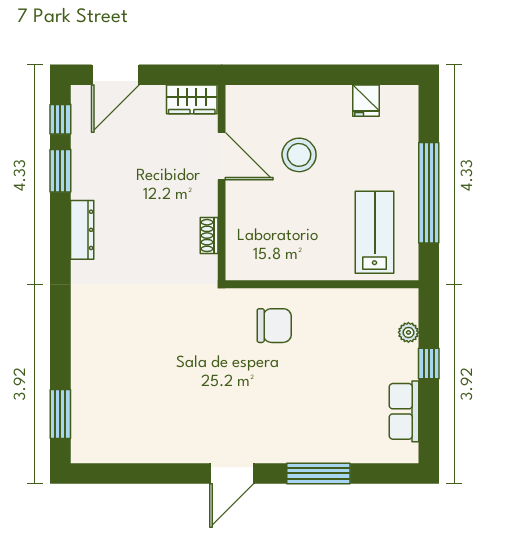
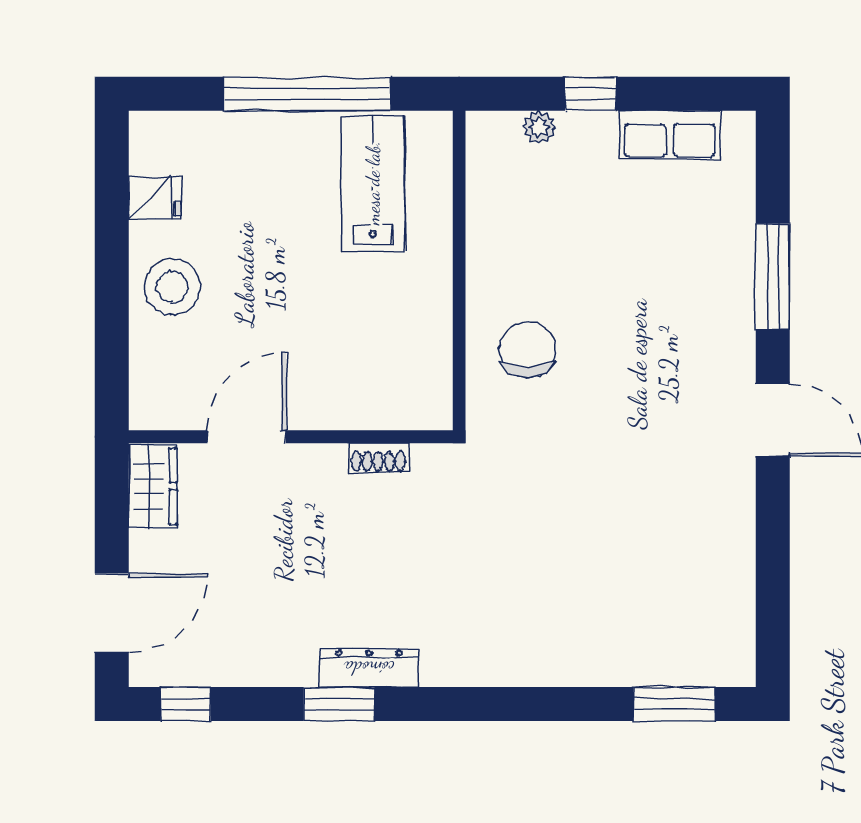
door: (115, 75) -> (112, 613), hinge flipped
stool: (299, 155) -> (172, 287), moved
window: (60, 171) -> (339, 704), moved
lab bench: (375, 232) -> (373, 183), turned 90

